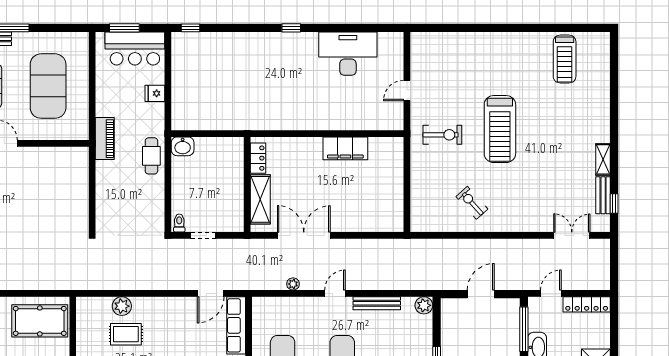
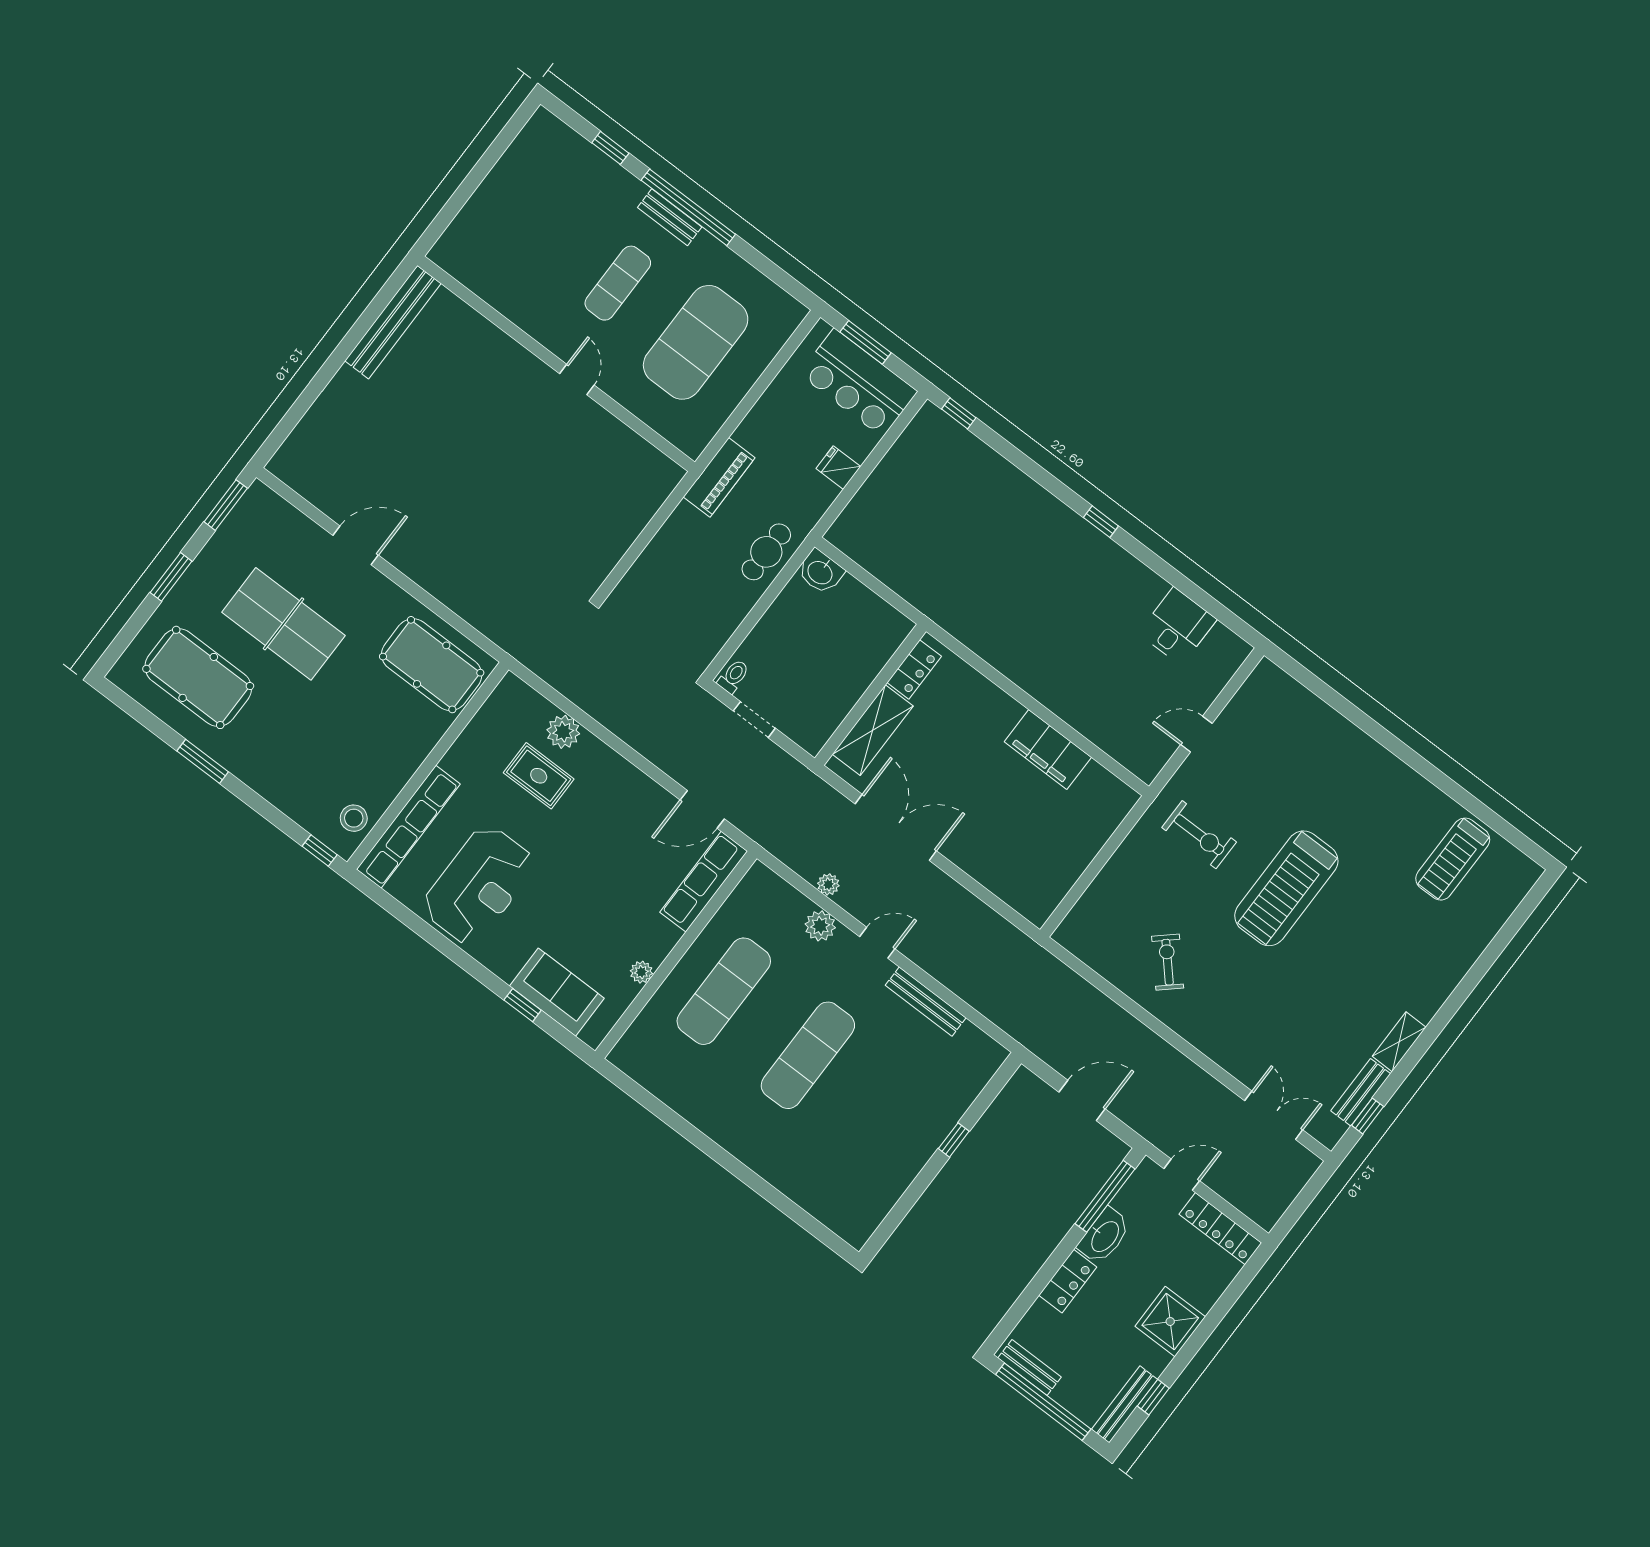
desk: (348, 54) -> (1178, 626), width x0.53, depth x0.77
plant: (424, 305) -> (820, 926), moved

